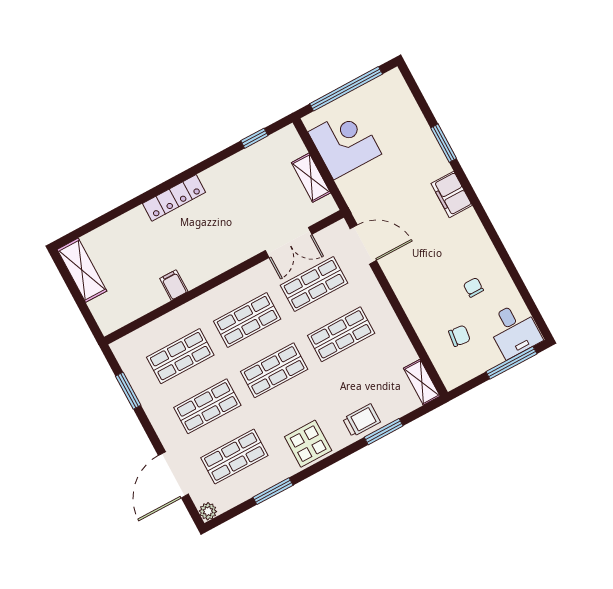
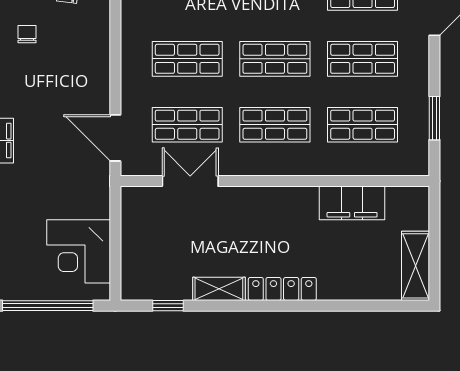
shelving: (311, 178) -> (219, 289), moved, turned 90
filing cabinet: (174, 285) -> (352, 203), width x3.00, depth x1.17
chair: (473, 287) -> (27, 34), turned 180

